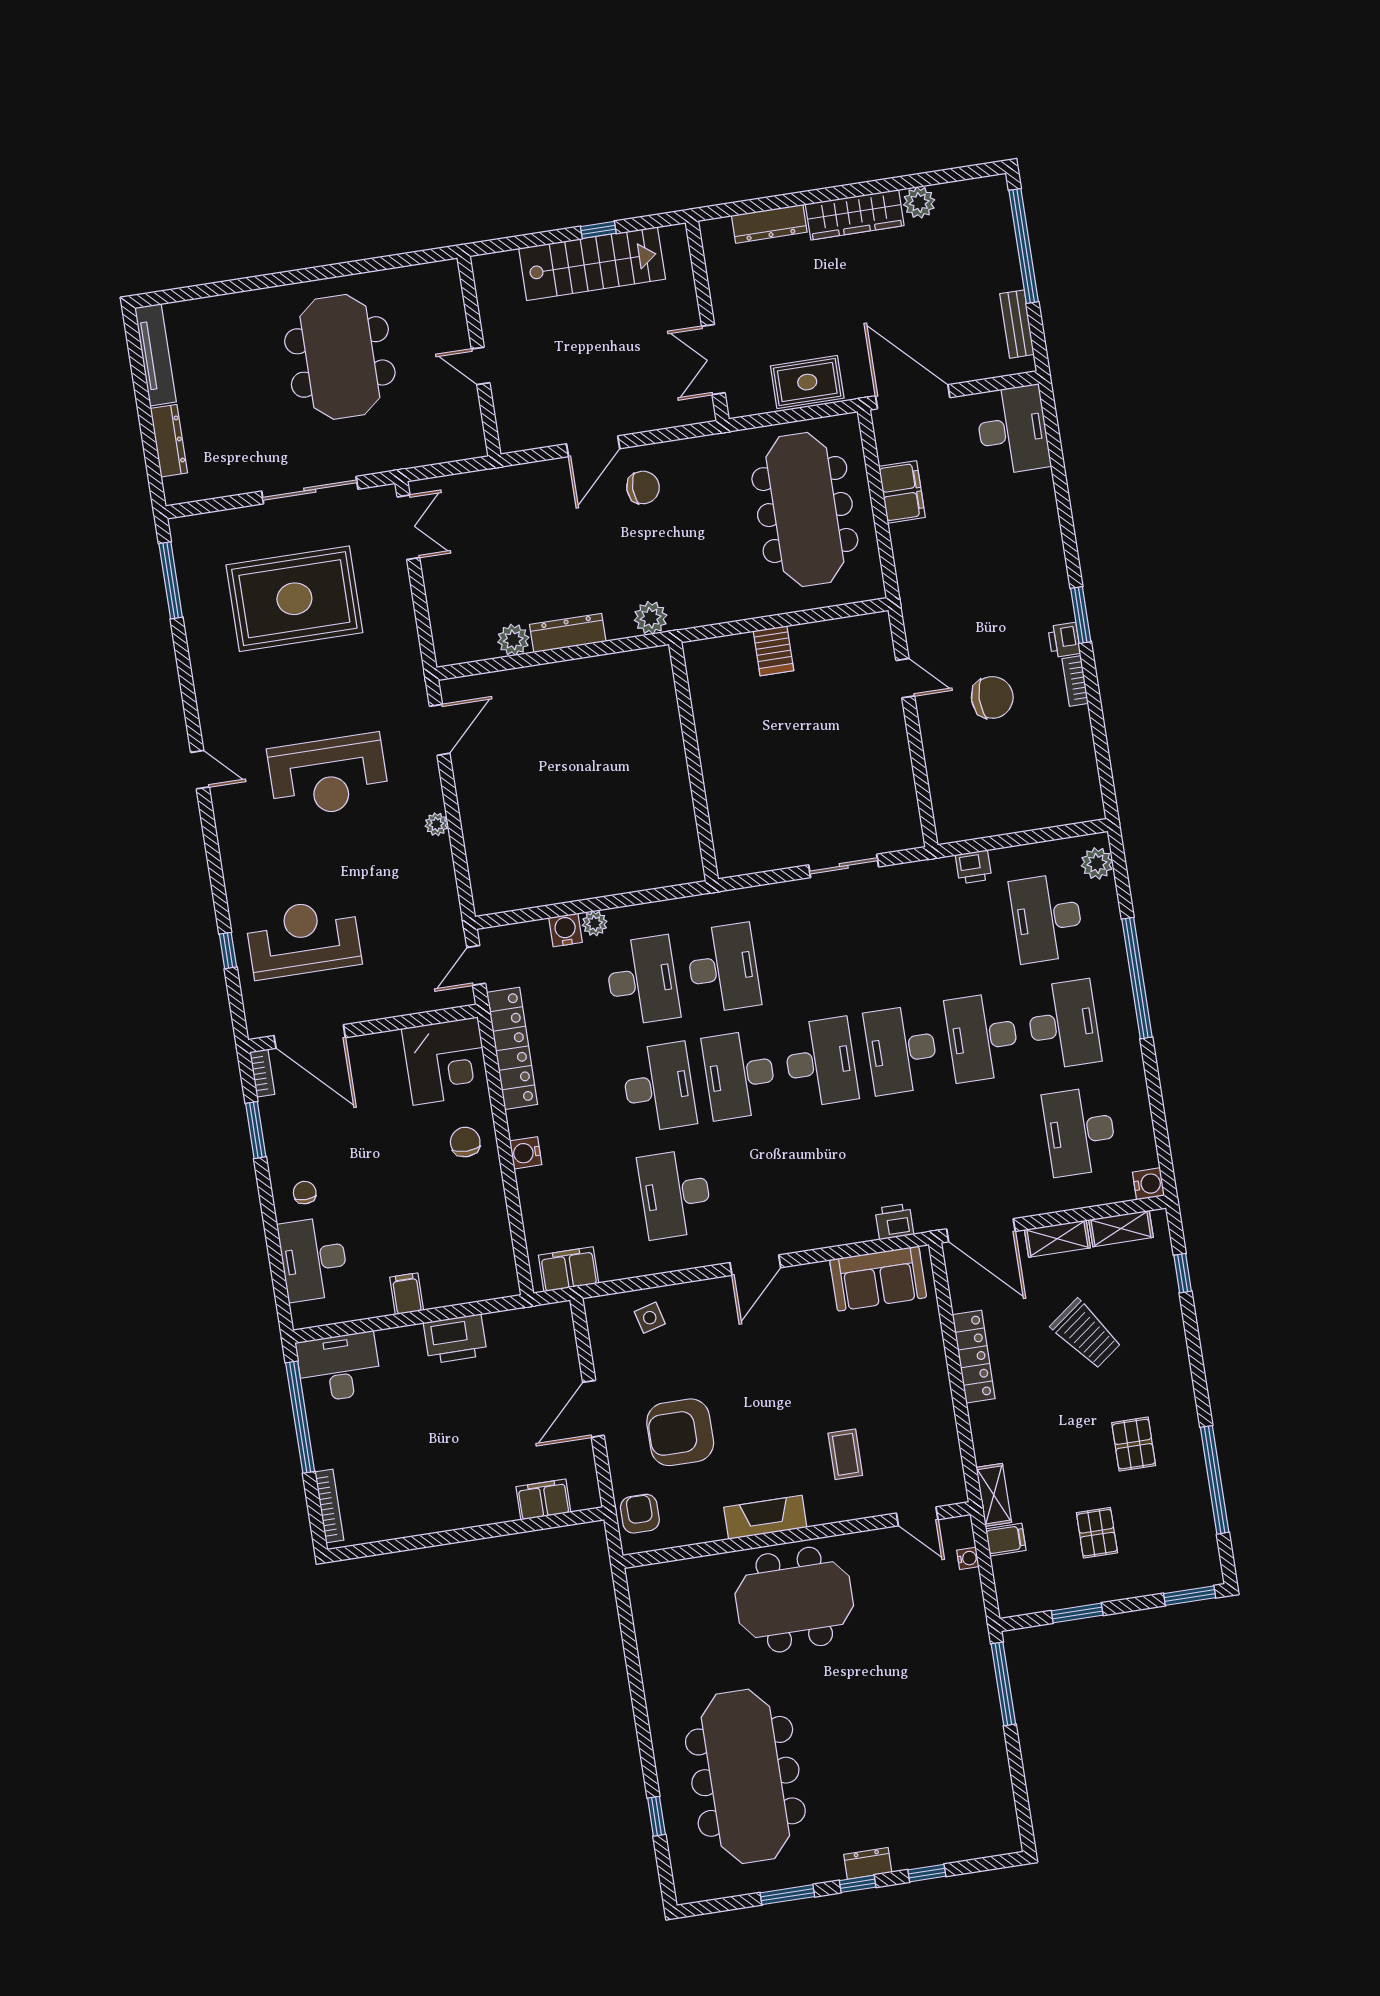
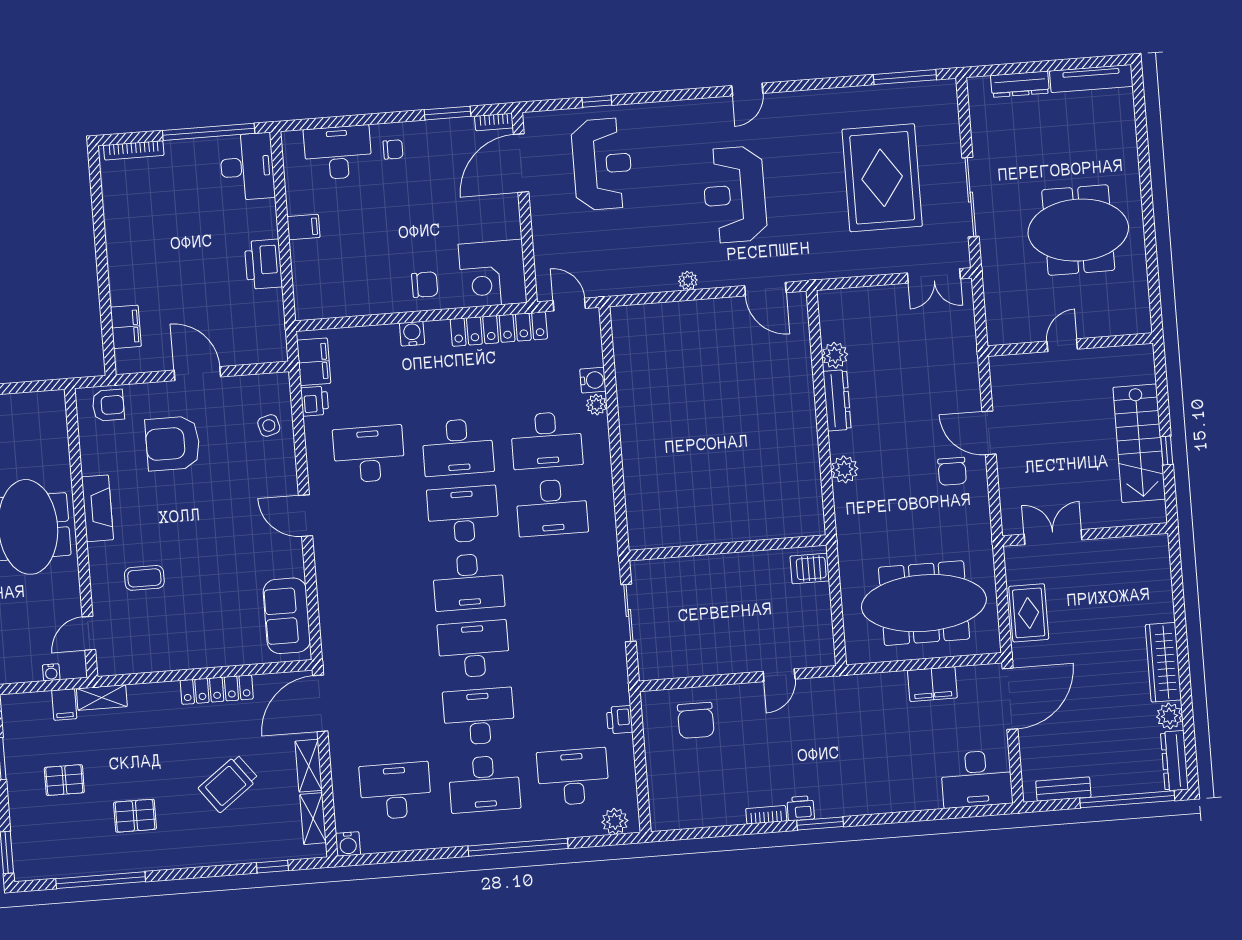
dresser: (769, 224) -> (1174, 761), moved
chair: (992, 697) -> (696, 720), moved
wall: (694, 762) -> (728, 548), moved
printer: (894, 1222) -> (315, 401), moved
armchair: (680, 1432) -> (173, 443), turned -90

